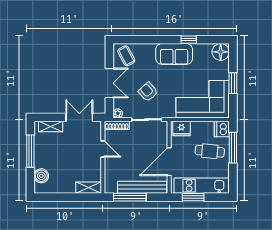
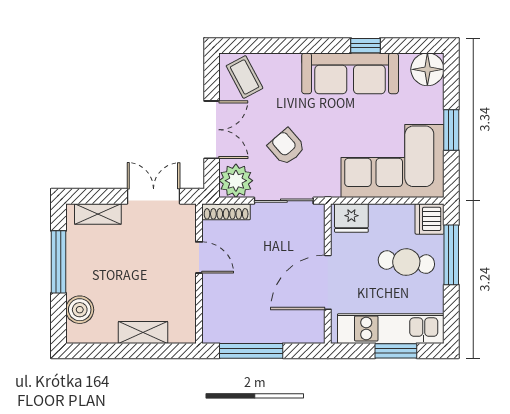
sofa: (174, 54) -> (350, 73), width x1.36
plant: (118, 113) -> (236, 181), width x1.87, depth x1.87
bench: (142, 187) -> (275, 332), removed
shelving: (89, 188) -> (143, 332), moved
window: (193, 197) -> (396, 351), moved

